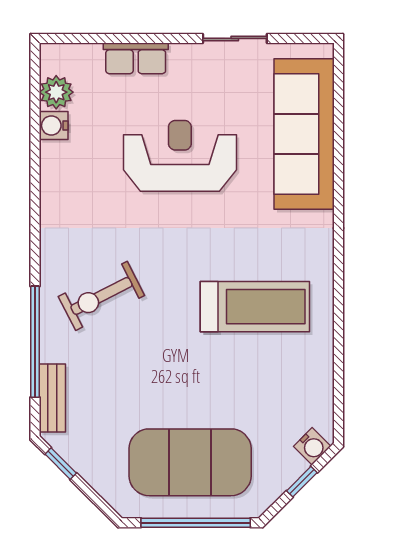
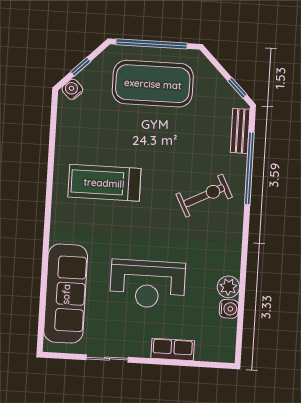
plant: (56, 92) -> (228, 287), moved

